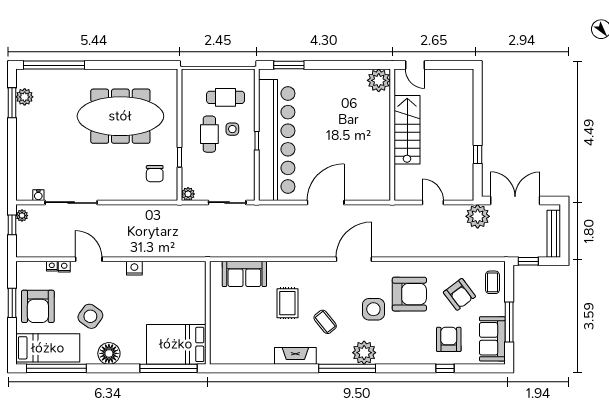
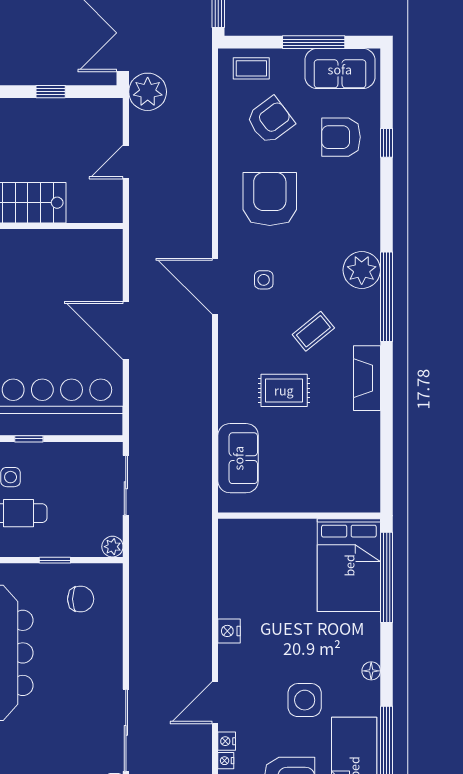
side table: (373, 309) -> (264, 280), moved, width x0.54, depth x0.54
side table: (90, 316) -> (305, 700), turned -36
floor lamp: (109, 353) -> (371, 671), width x0.53, depth x0.53

